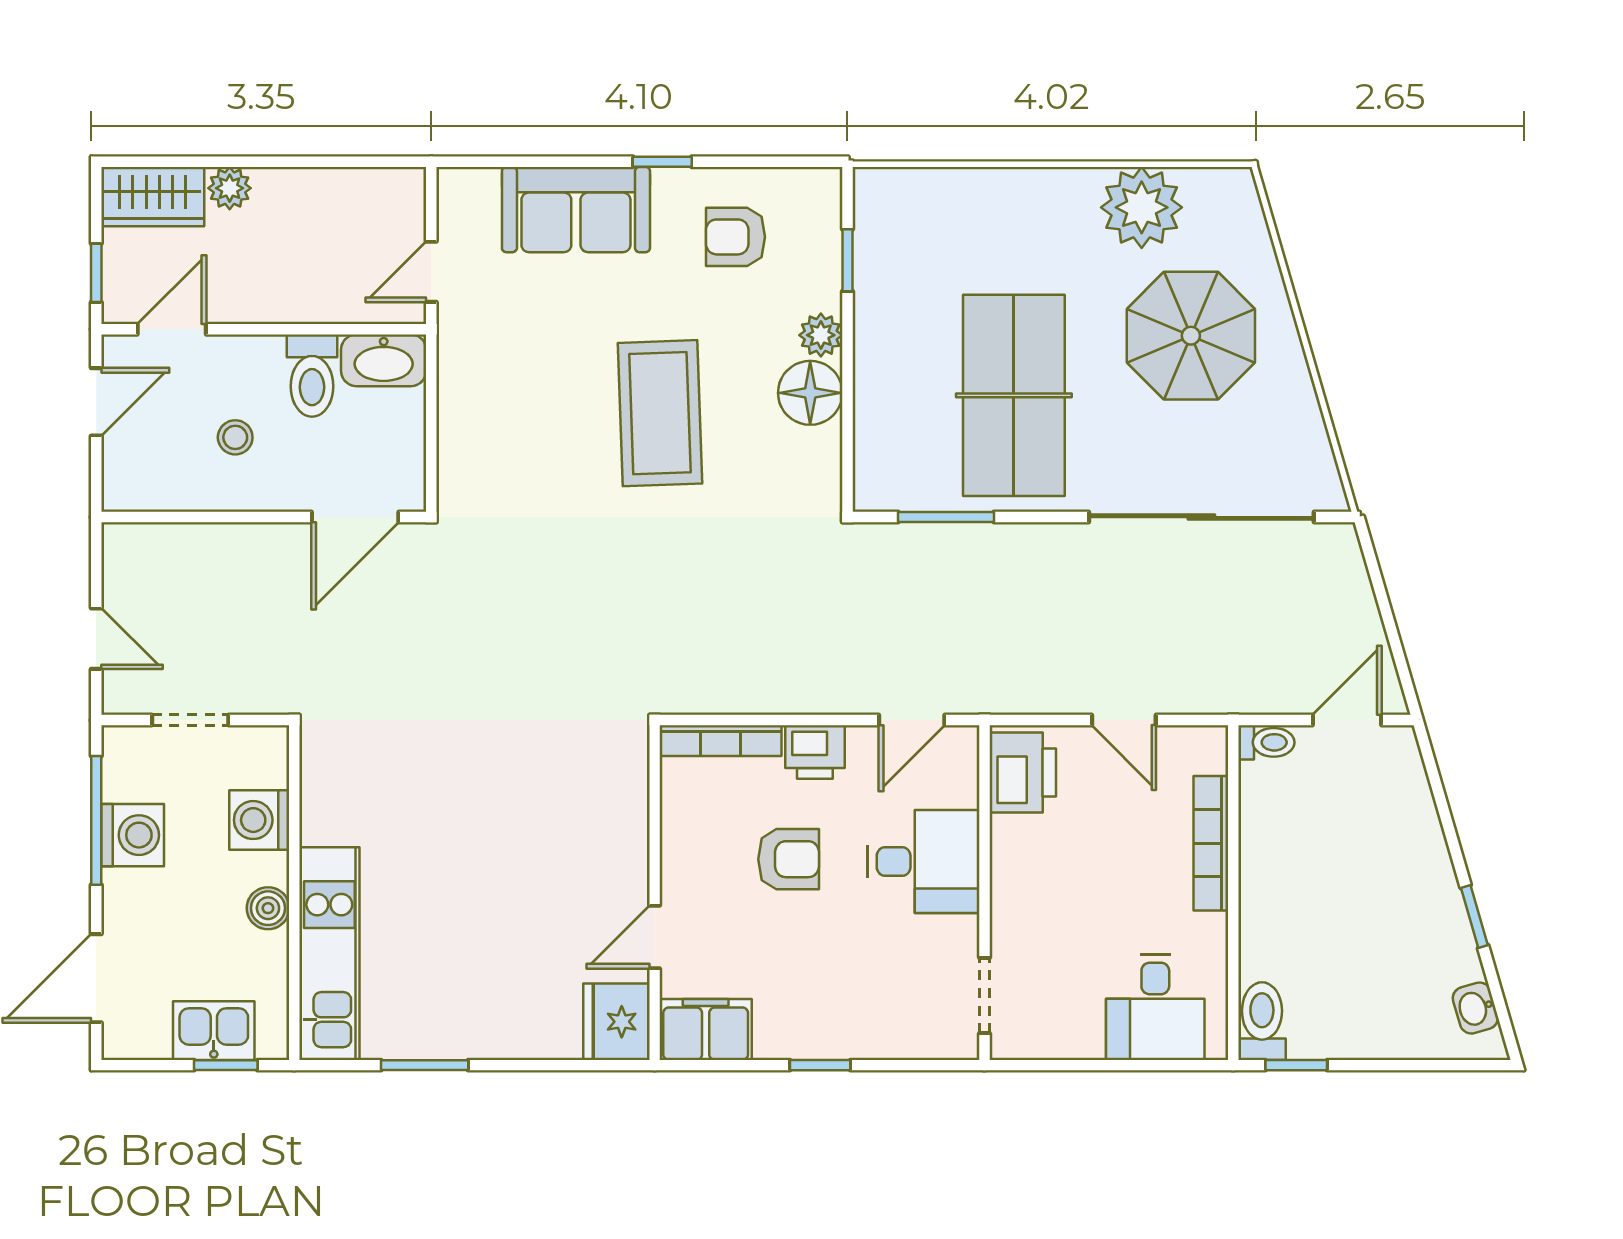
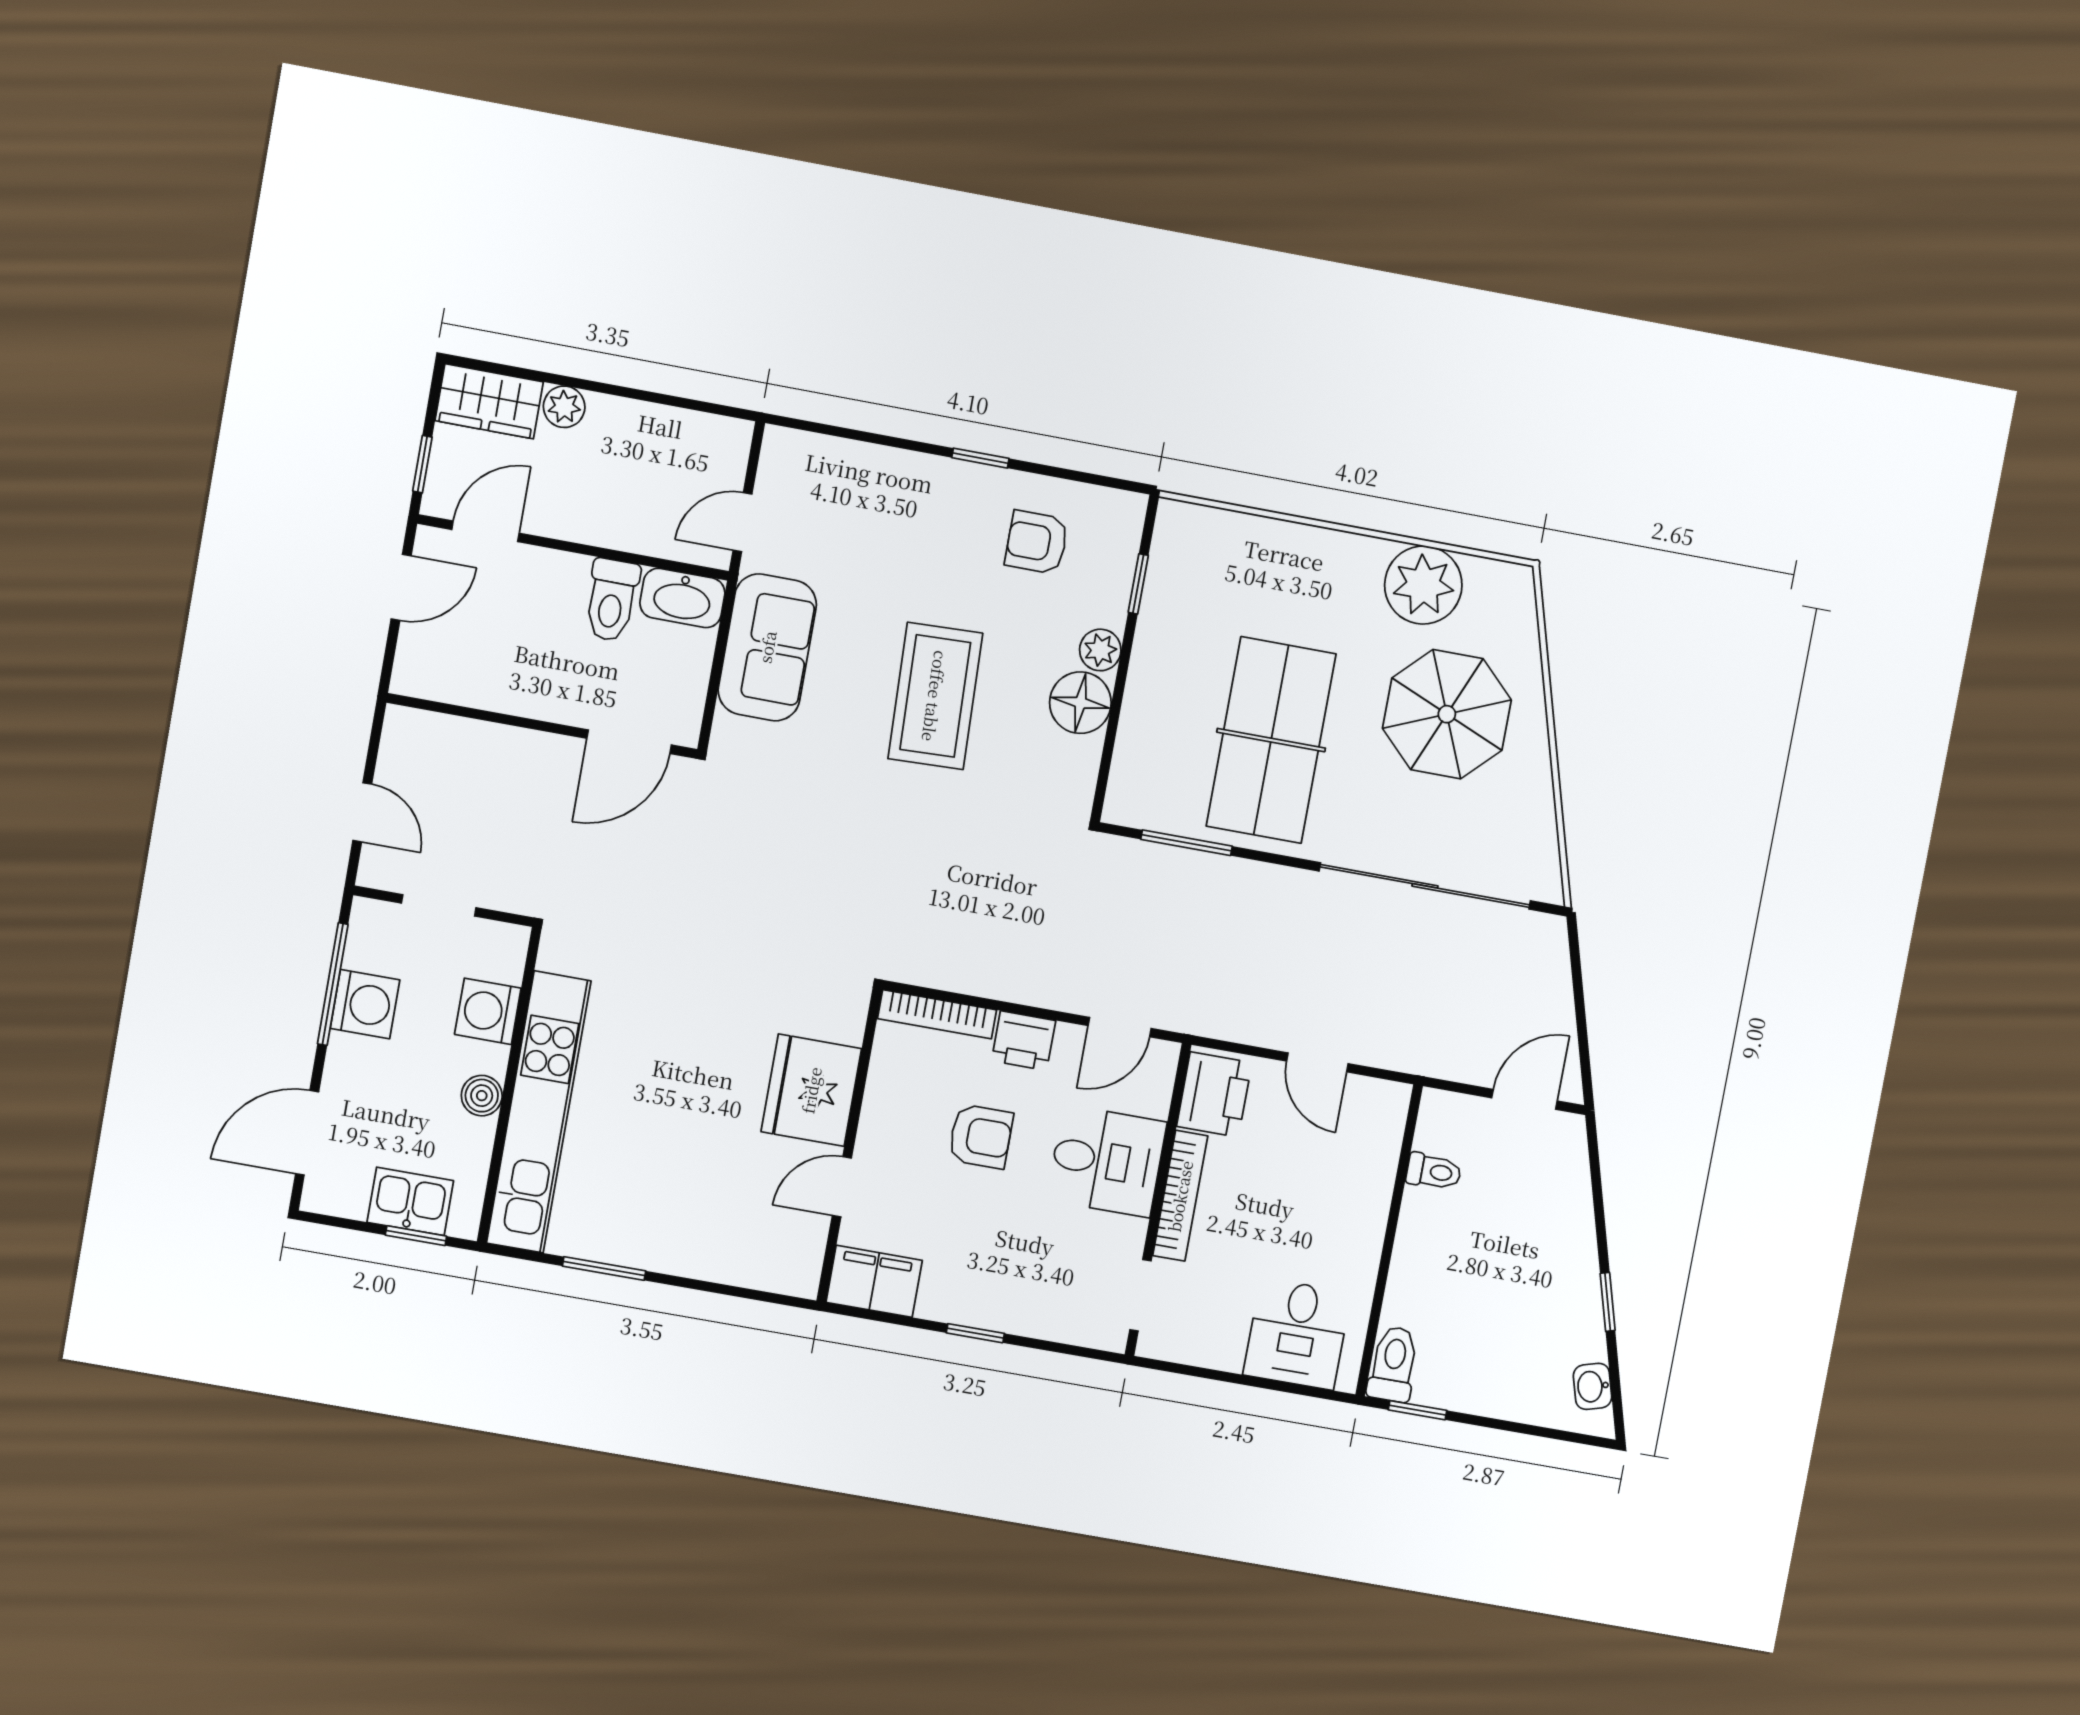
sofa: (576, 210) -> (767, 647), moved, turned -90
stool: (235, 437) -> (528, 645), removed
toilet: (1266, 742) -> (1434, 1172), moved
bookcase: (1211, 843) -> (1180, 1196), moved, turned 180
kitchen unit: (329, 954) -> (539, 1112), width x1.36
fridge: (616, 1022) -> (811, 1090), moved, width x1.36, depth x1.34

